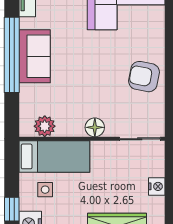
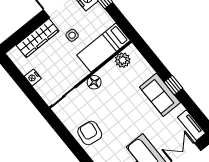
window: (12, 55) -> (173, 85), width x0.32
armchair: (144, 77) -> (90, 133), turned -93
side table: (45, 190) -> (72, 35), moved

